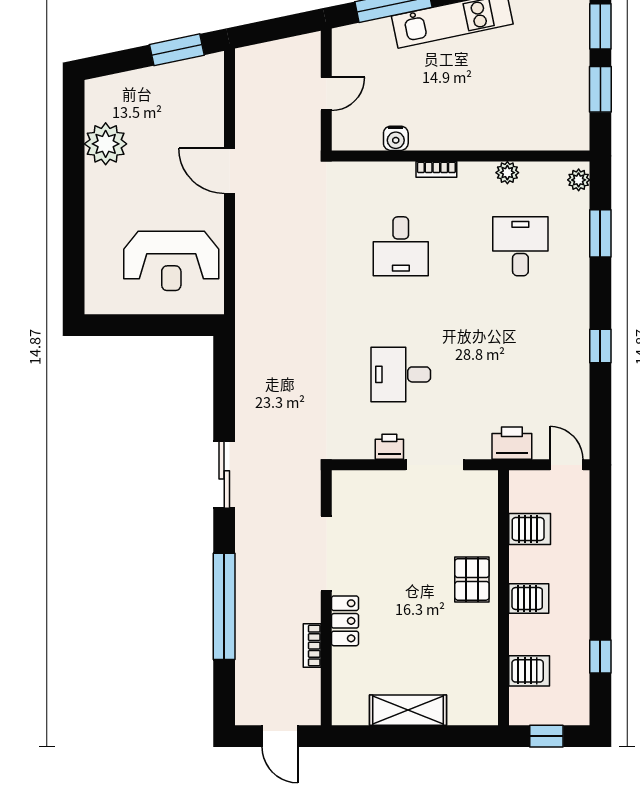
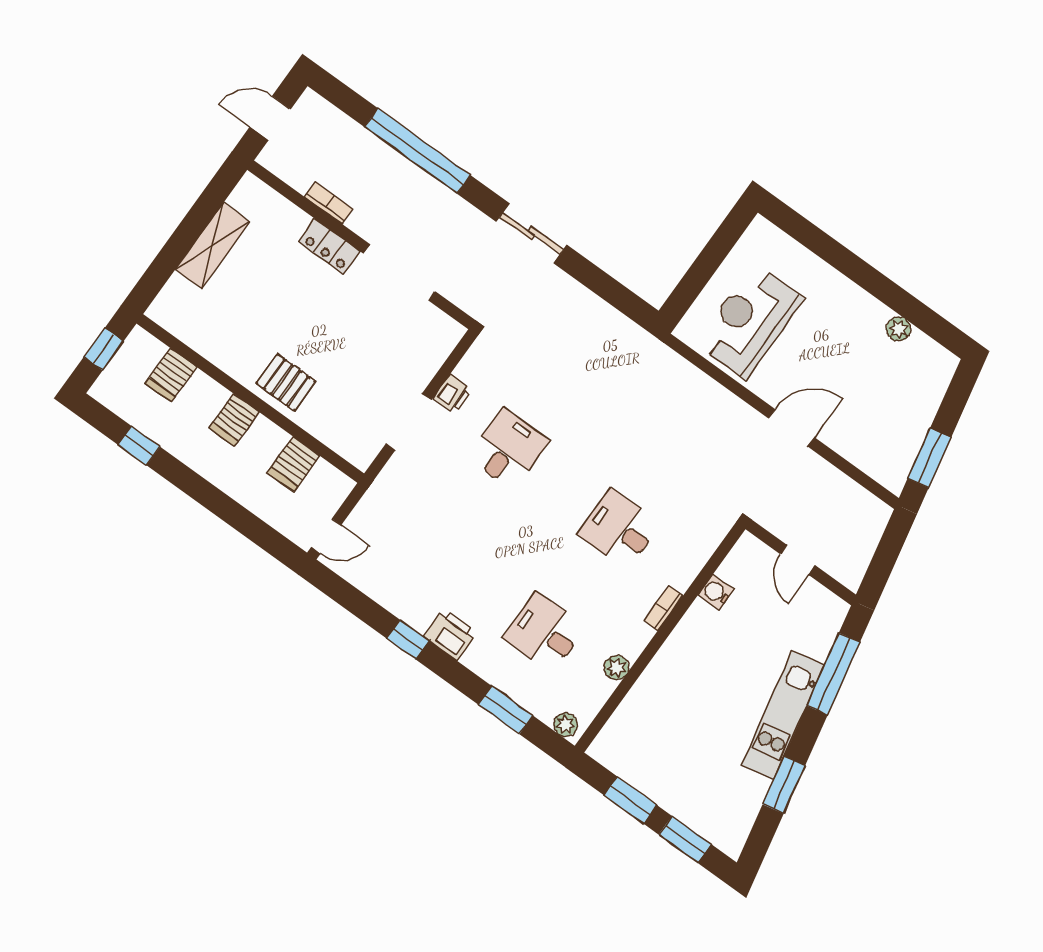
plant: (106, 144) -> (899, 329), width x0.53, depth x0.53
desk: (520, 246) -> (544, 633), turned 180
printer: (512, 443) -> (450, 635), moved, turned -90

